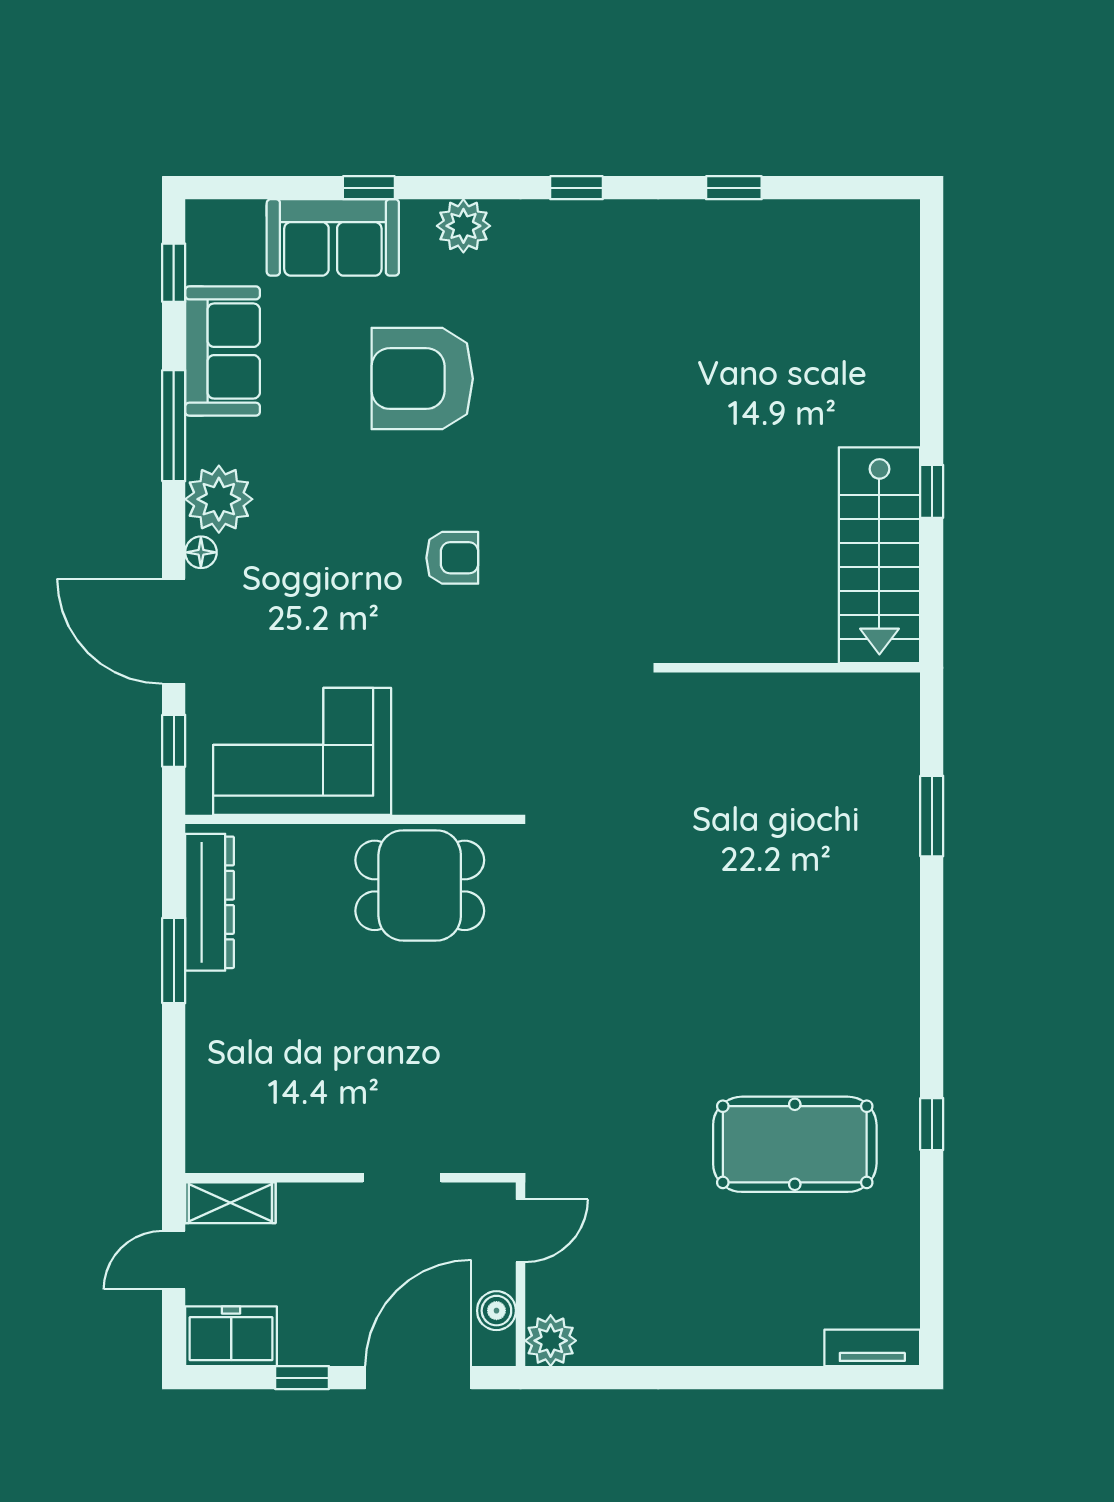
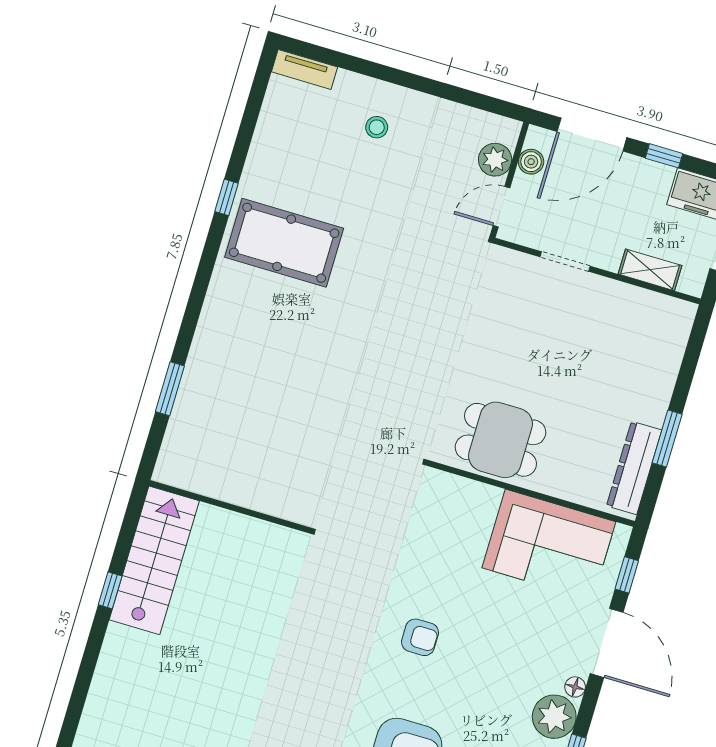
armchair: (452, 558) -> (420, 637), turned 180
pool table: (795, 1144) -> (284, 243), moved
shelving: (230, 1203) -> (650, 270), moved
stool: (740, 1294) -> (377, 127), added
plant: (551, 1341) -> (495, 160), moved

